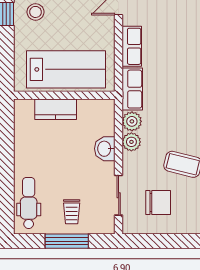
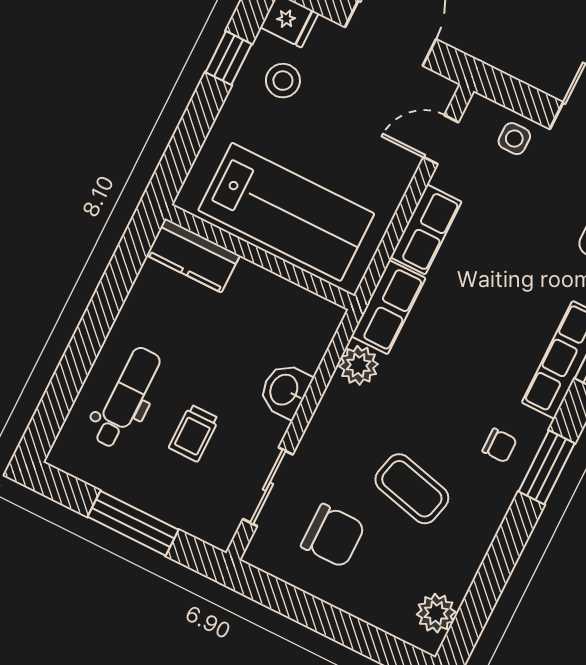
kitchen counter: (56, 109) -> (193, 255), moved
plant: (131, 142) -> (339, 402), removed
dental chair: (29, 203) -> (126, 398), moved
trolley: (72, 212) -> (194, 433), moved

